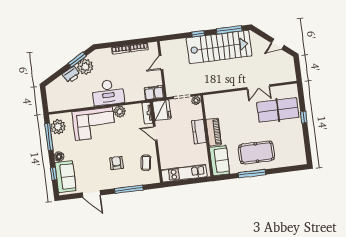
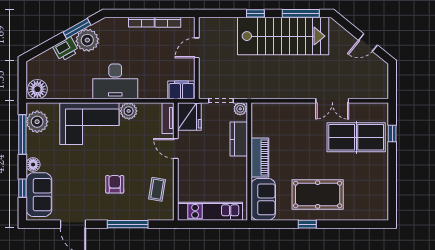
floor lamp: (55, 105) -> (37, 89), added
window: (304, 117) -> (392, 134), moved
kitchen counter: (199, 132) -> (239, 139), moved
window: (252, 174) -> (307, 224), width x0.46

